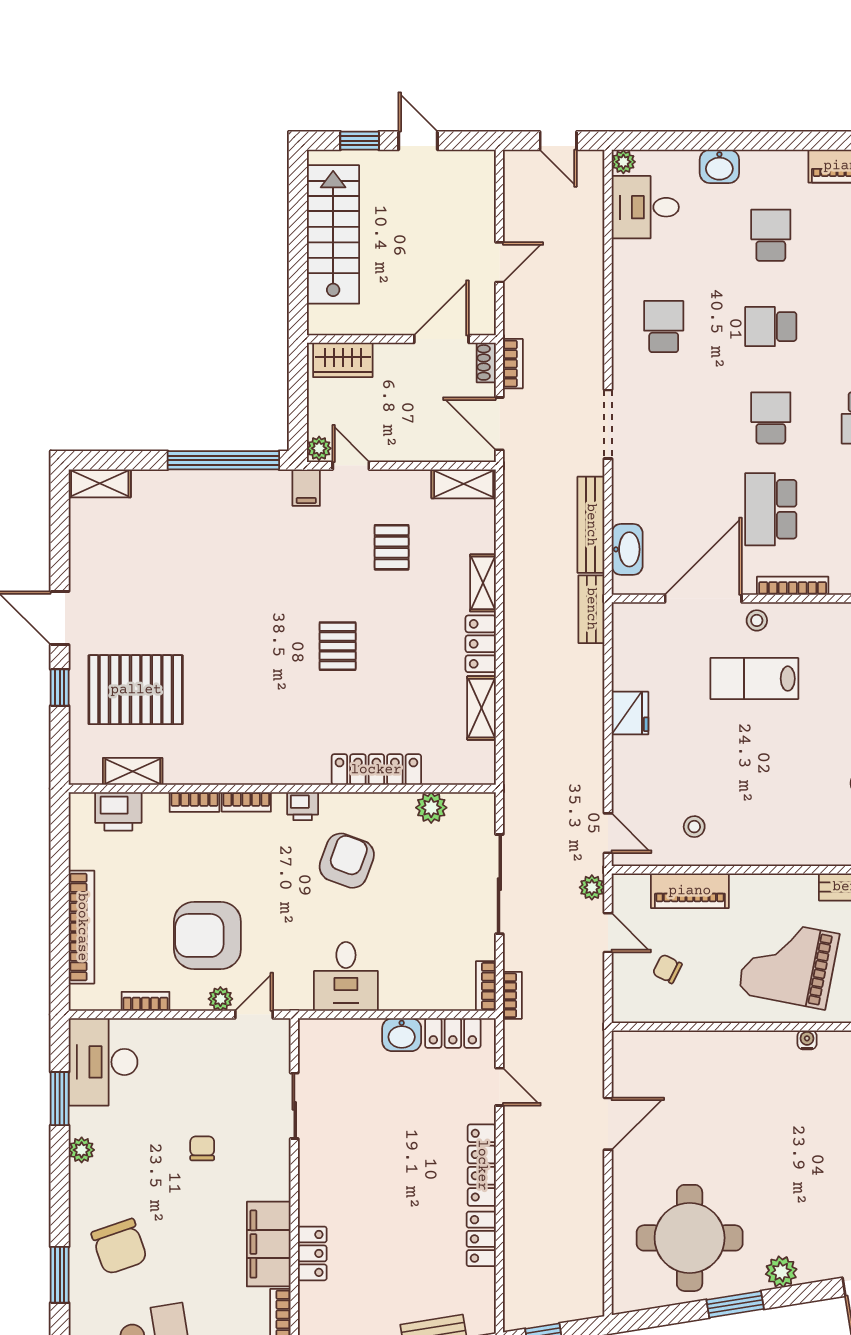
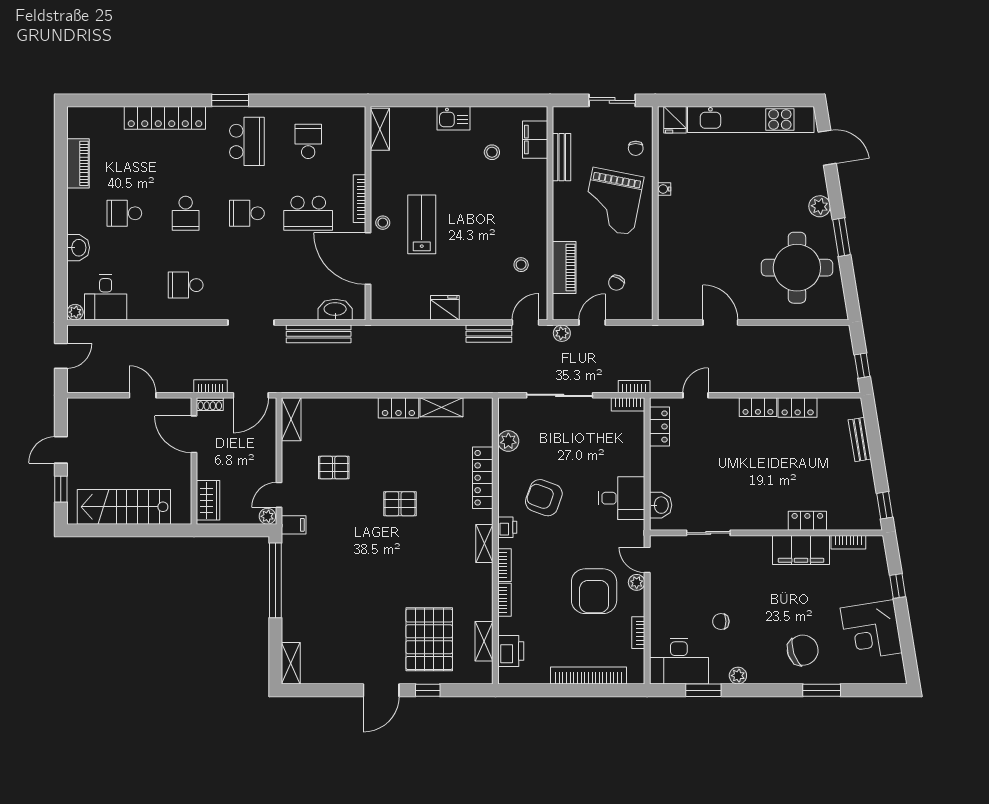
shelving: (483, 583) -> (484, 544), moved, turned 90
bench: (591, 609) -> (489, 334), moved
lab bench: (754, 679) -> (422, 224), turned 180
washbasin: (402, 1035) -> (661, 505), moved
chair: (202, 1148) -> (721, 621), moved
locker: (482, 1165) -> (758, 407), width x0.66

